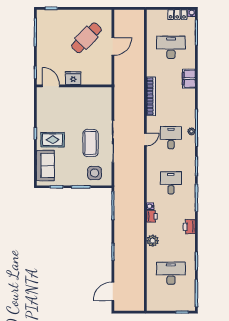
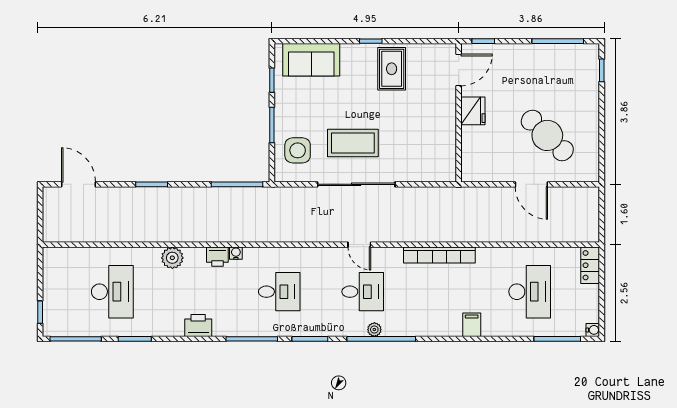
locker: (177, 15) -> (590, 265), moved
filing cabinet: (189, 79) -> (472, 325), width x0.50
rug: (53, 140) -> (392, 69), moved

